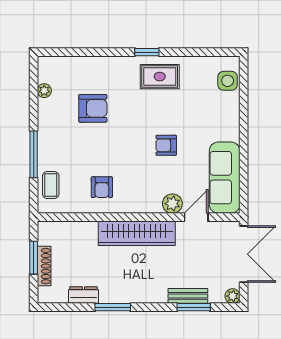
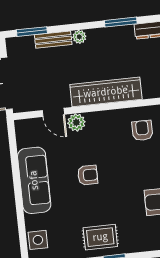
sofa: (225, 178) -> (34, 180), moved
door: (196, 217) -> (53, 112), hinge flipped
plant: (232, 296) -> (79, 37), moved
window: (194, 307) -> (32, 32), moved

